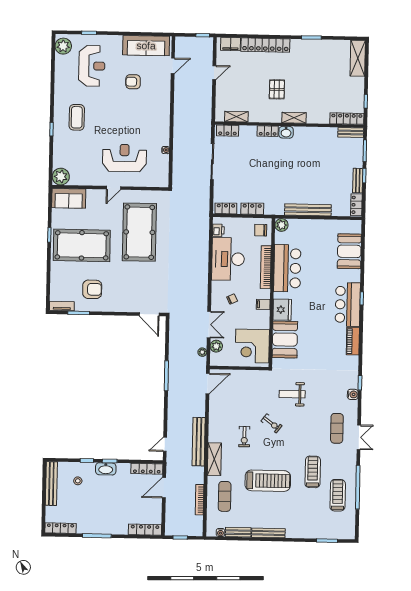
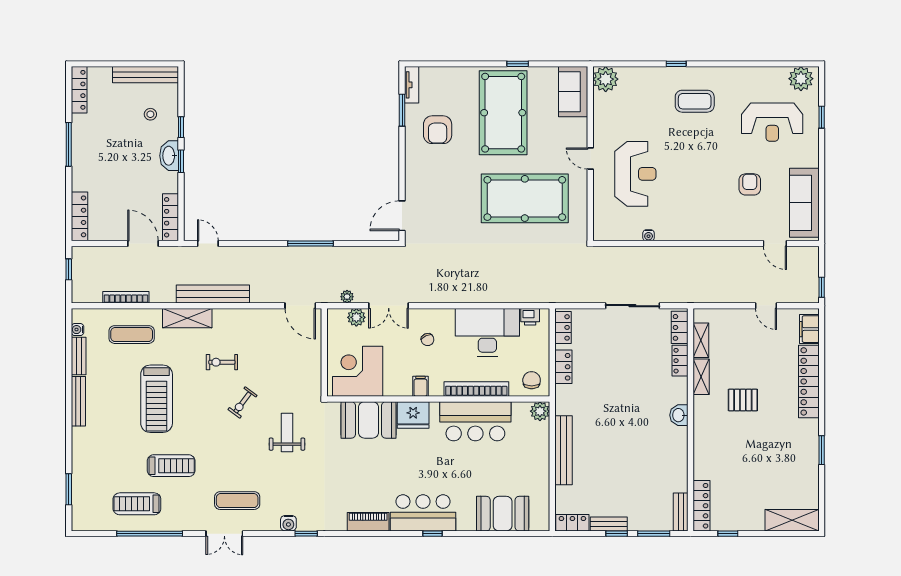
shelving: (294, 118) -> (701, 377), moved
locker: (268, 131) -> (680, 361), moved
treadmill: (338, 495) -> (137, 504), turned 180

